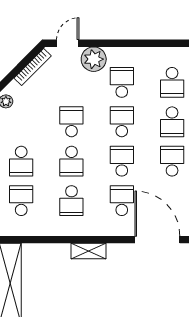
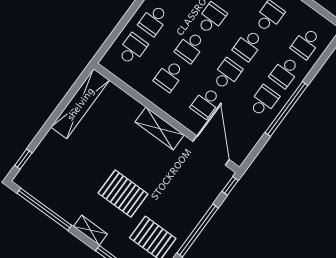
school desk: (122, 122) -> (248, 45), turned 180
school desk: (122, 201) -> (206, 103), turned 180
shelving: (88, 251) -> (160, 128), width x1.50, depth x1.33

